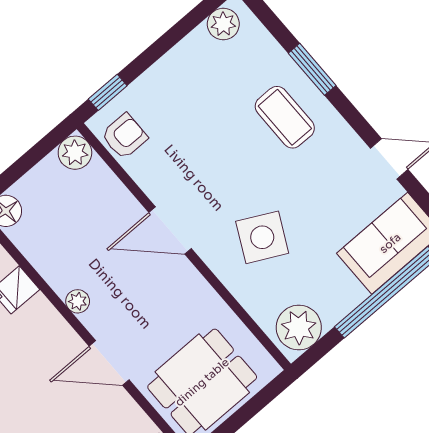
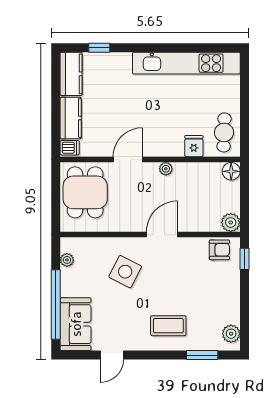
window: (312, 69) -> (202, 355), moved
armchair: (124, 136) -> (219, 250), turned -90
plant: (299, 328) -> (67, 260), width x0.53, depth x0.53

